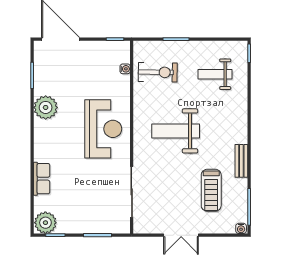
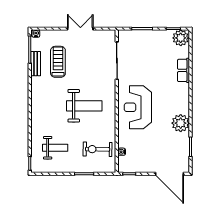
bench: (241, 161) -> (36, 64), moved

